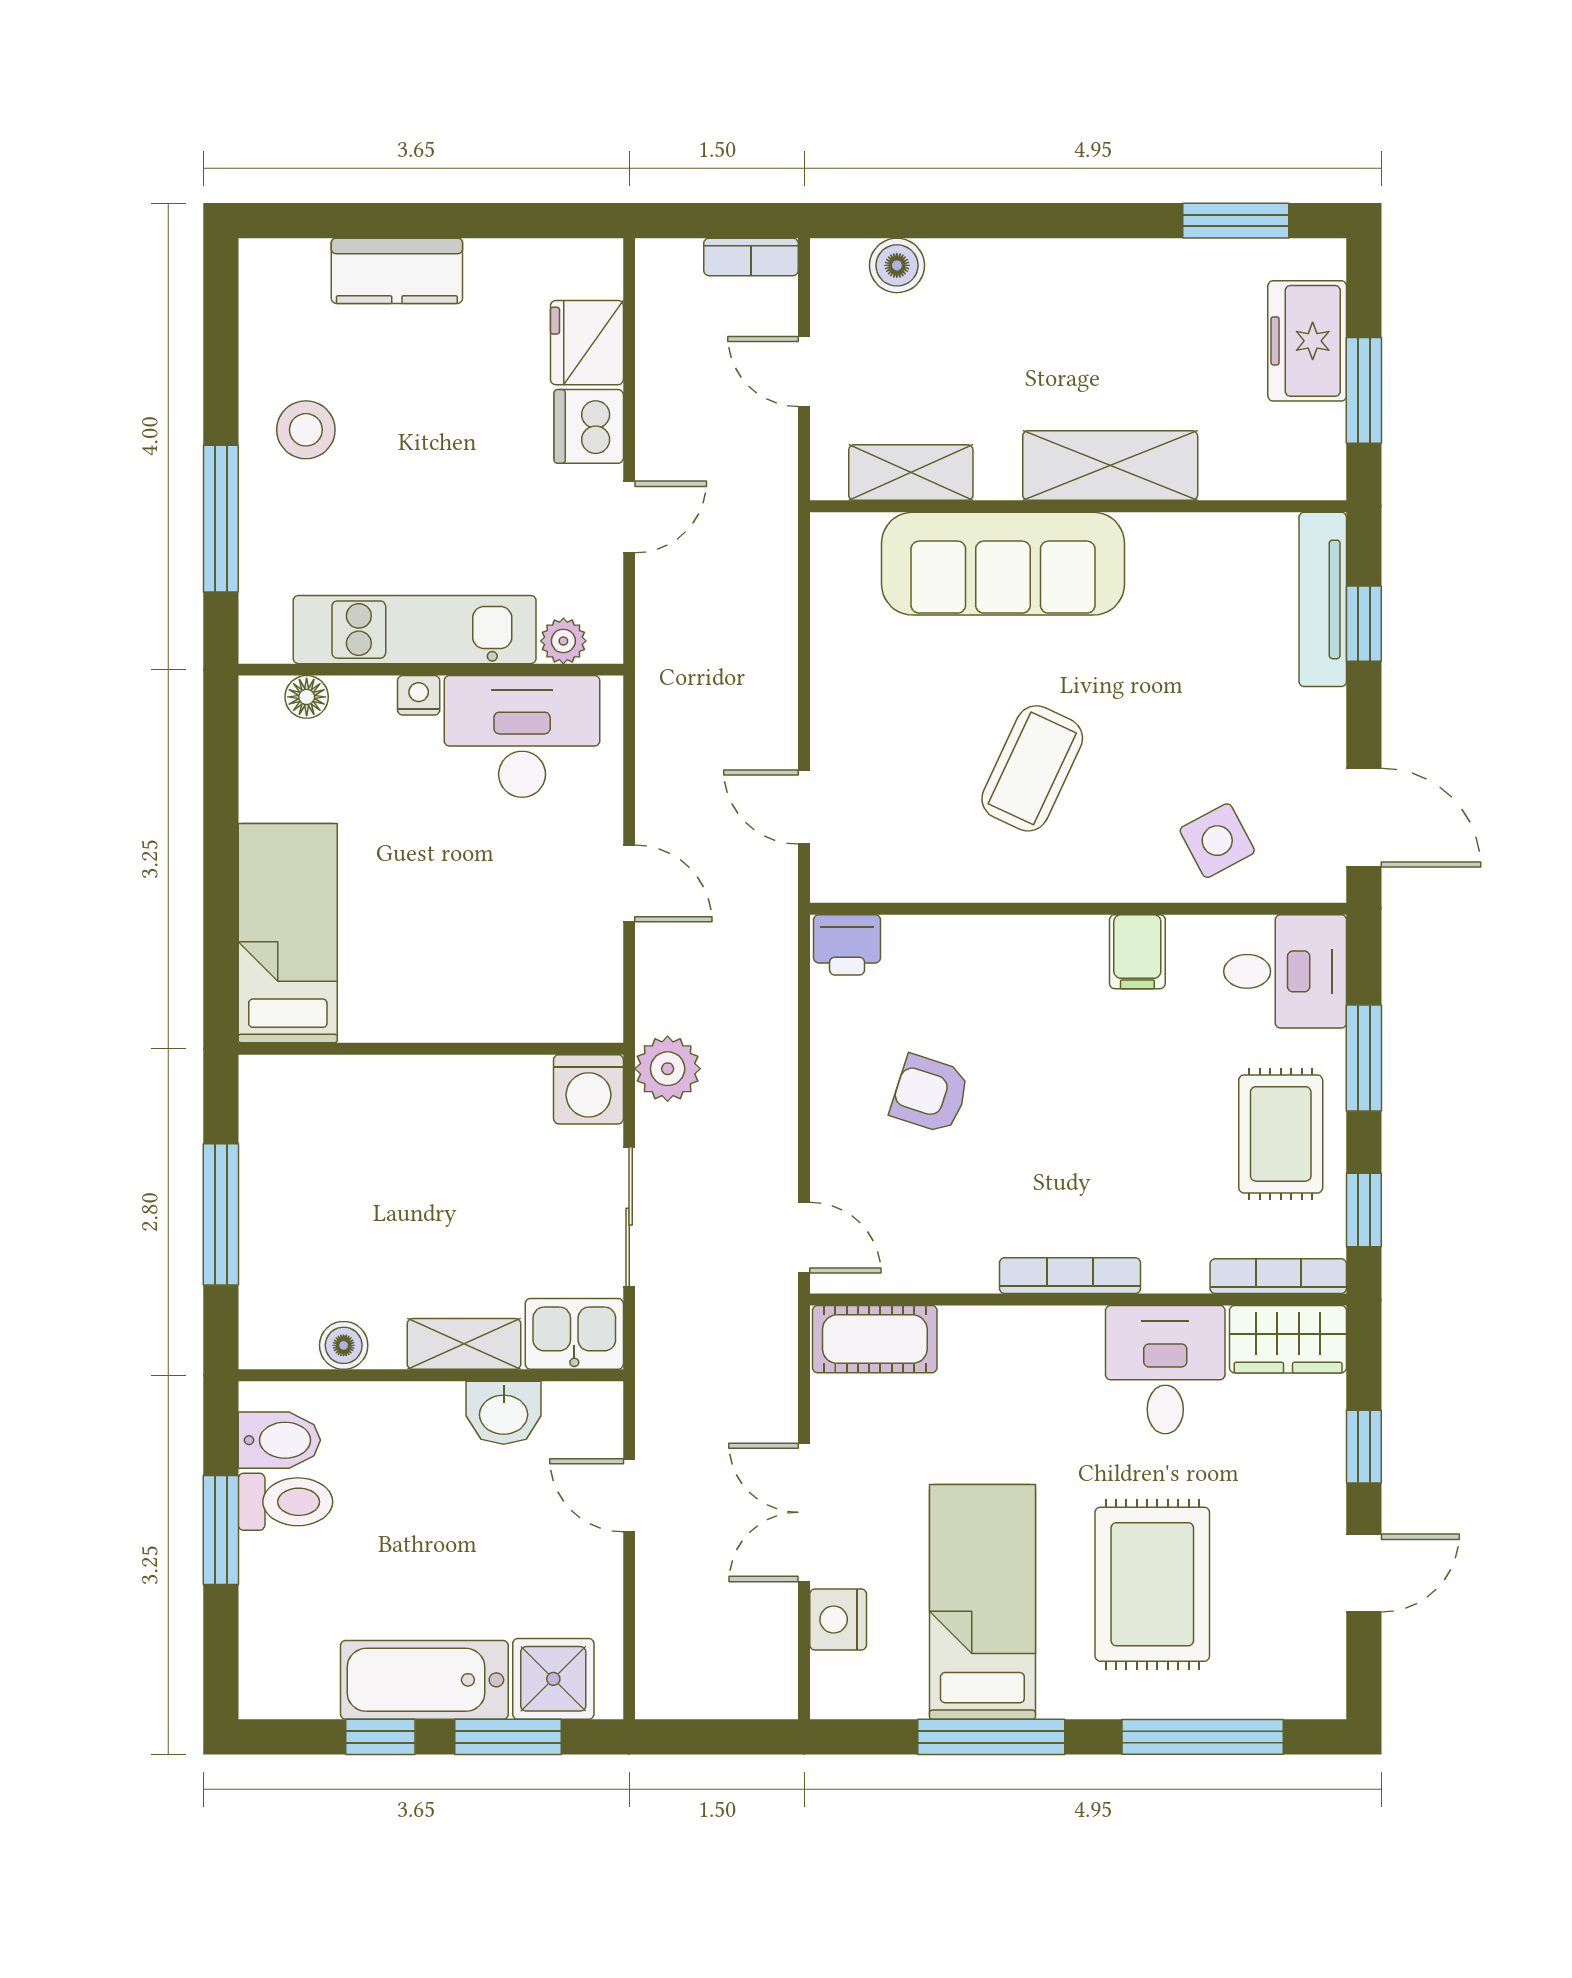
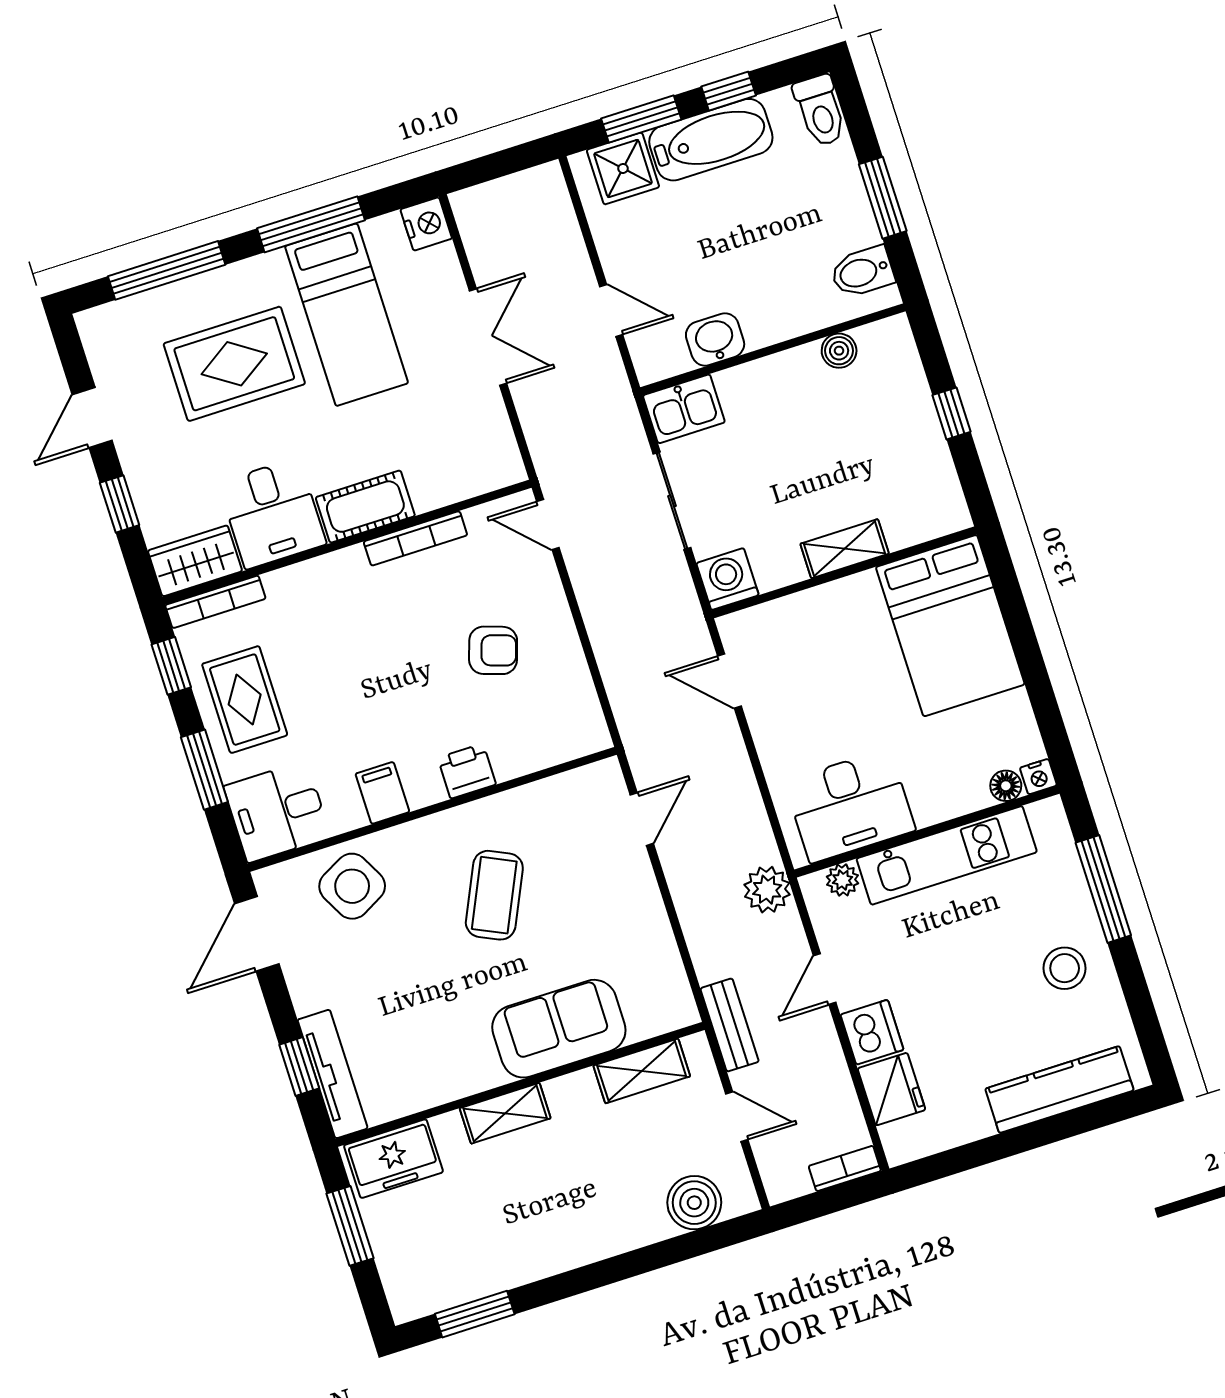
bookcase: (751, 257) -> (845, 1169), moved
boiler: (897, 265) -> (694, 1203), width x1.36, depth x1.36
kitchen counter: (397, 271) -> (1059, 1090), width x1.50
freezer: (1307, 341) -> (394, 1159), moved, turned 90
shelving: (1110, 466) -> (505, 1113), width x0.67, depth x0.75
bench: (775, 496) -> (730, 1025), added
sofa: (1003, 564) -> (559, 1029), width x0.73
nightstand: (419, 695) -> (1038, 777), moved
door: (804, 807) -> (642, 819), hinge flipped
door: (1364, 818) -> (257, 934), hinge flipped
side table: (1217, 841) -> (352, 886), width x1.37, depth x1.37
door: (629, 883) -> (730, 681), moved
bed: (288, 933) -> (950, 626), width x1.50
printer: (847, 945) -> (467, 771), moved
plant: (668, 1069) -> (767, 890), moved
window: (221, 1214) -> (952, 413), width x0.46
bookcase: (1070, 1276) -> (415, 538), moved
cot: (875, 1339) -> (365, 507), moved
shelving: (464, 1344) -> (845, 549), moved
toilet: (285, 1502) -> (820, 111), moved, turned -90
rug: (1152, 1584) -> (234, 364), turned 90
nightstand: (838, 1620) -> (426, 224), moved

